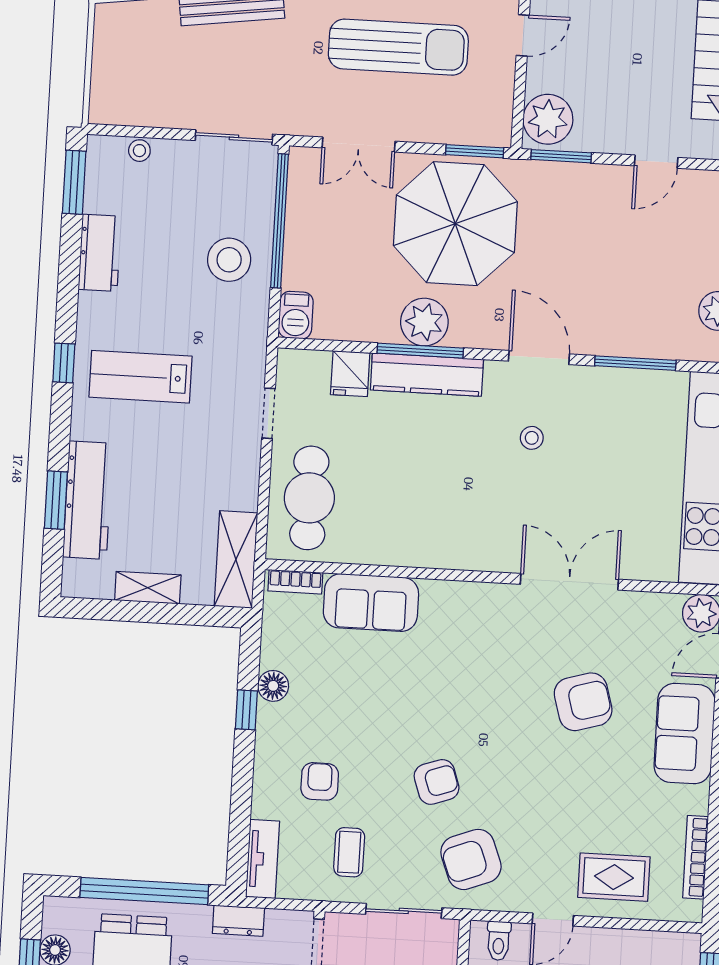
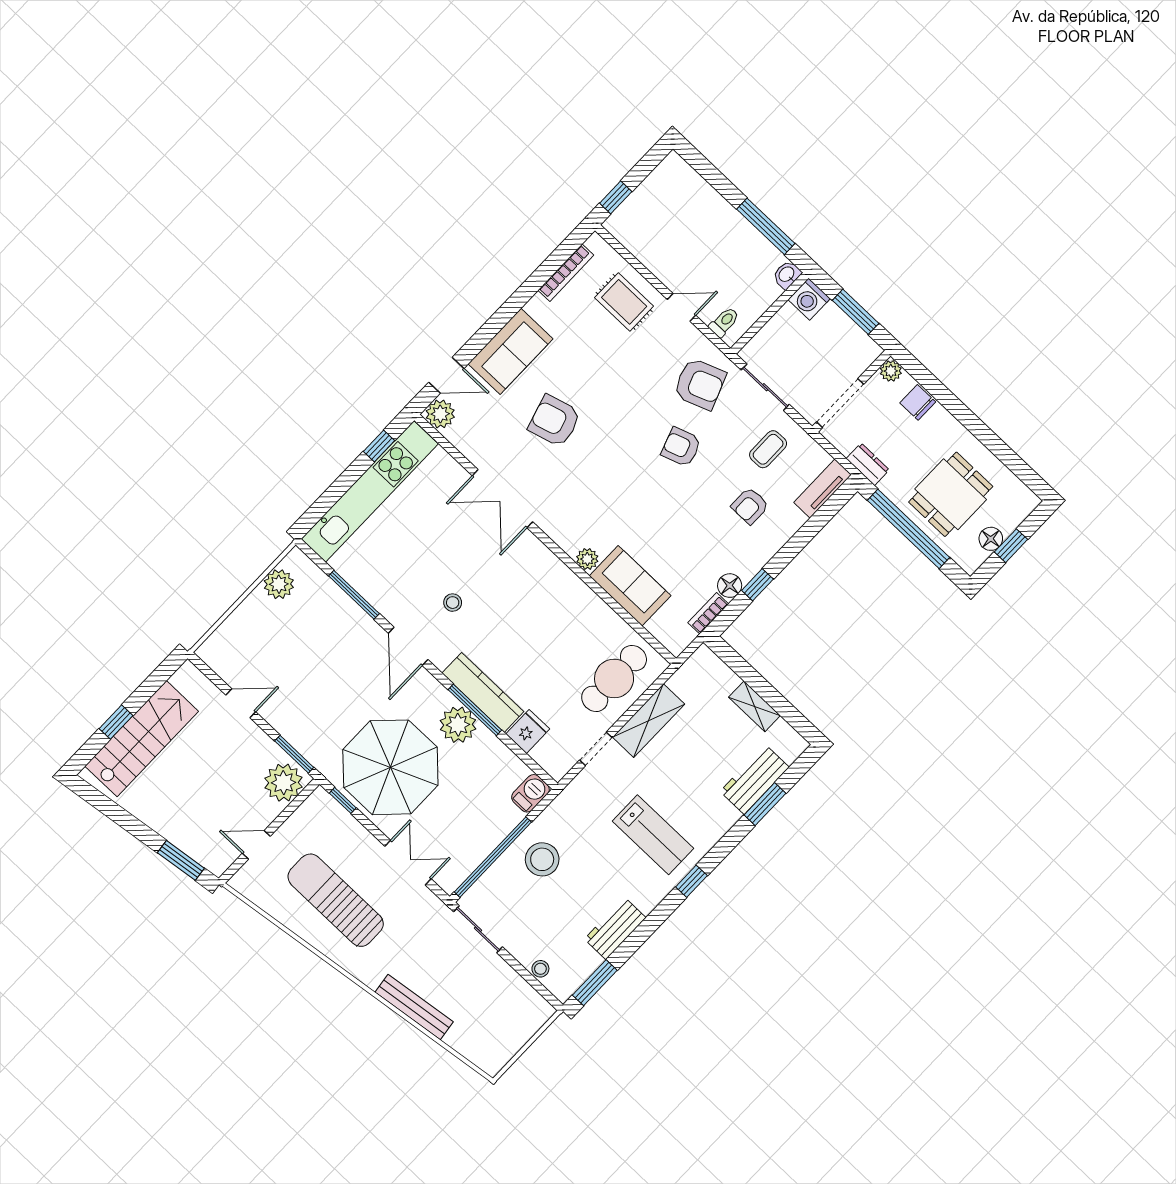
window: (475, 151) -> (343, 800), width x0.67
workbench: (88, 500) -> (755, 779), width x0.73
shelving: (236, 559) -> (649, 721), moved
bookcase: (295, 582) -> (708, 613), moved, turned -90
plant: (435, 593) -> (587, 559), added

